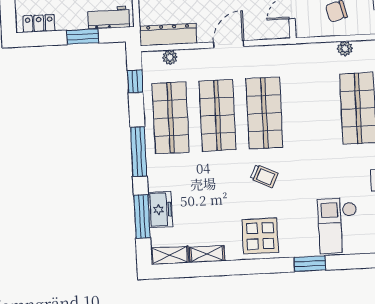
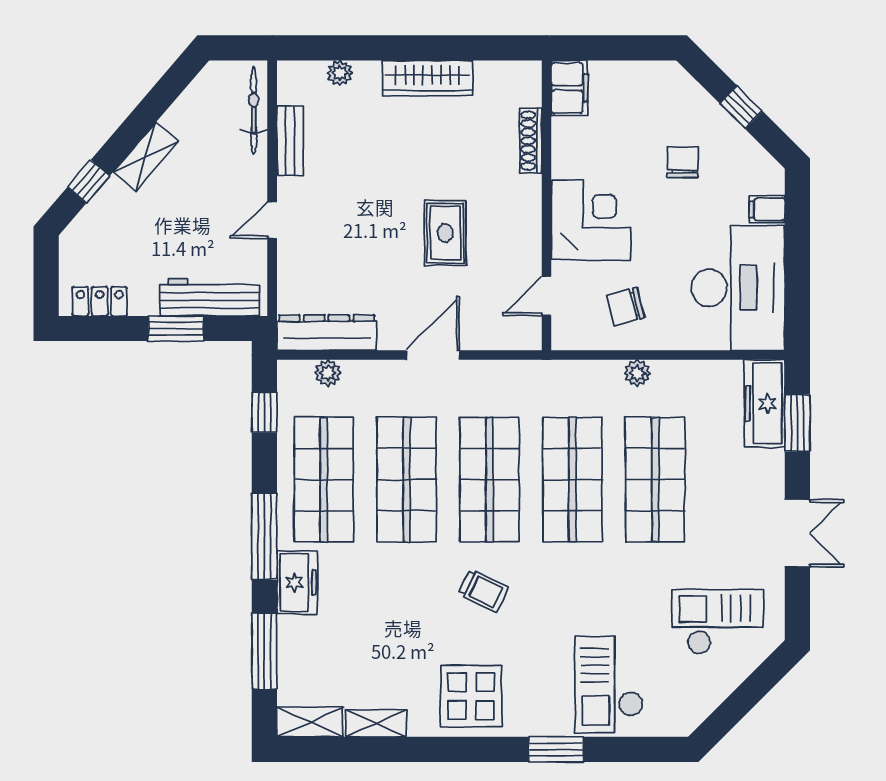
workbench: (109, 18) -> (210, 297), width x1.38
shop shelf: (311, 111) -> (572, 480), added
freezer: (160, 210) -> (297, 583), moved

